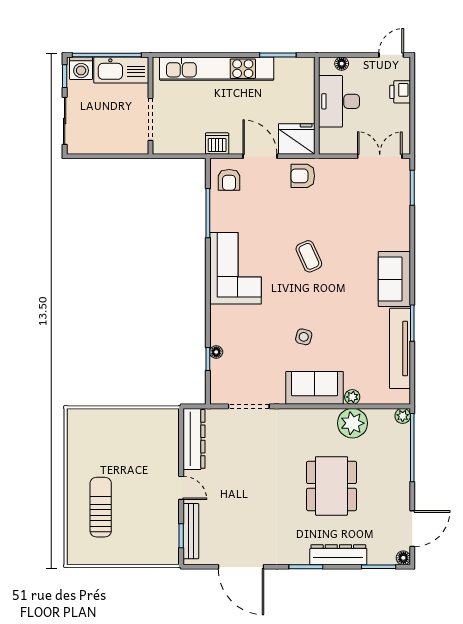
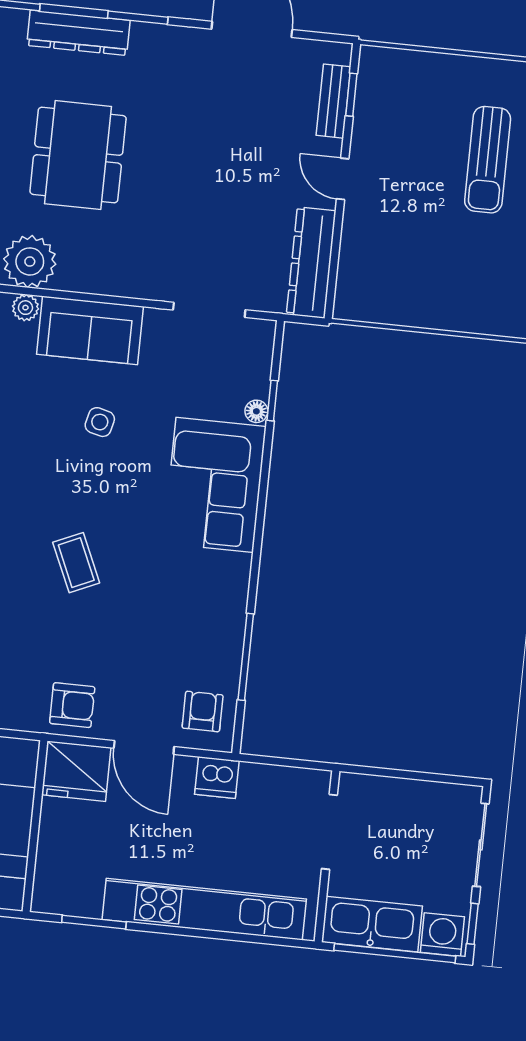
corner sofa: (235, 268) -> (215, 485), moved
bench: (191, 531) -> (333, 101), width x0.73

